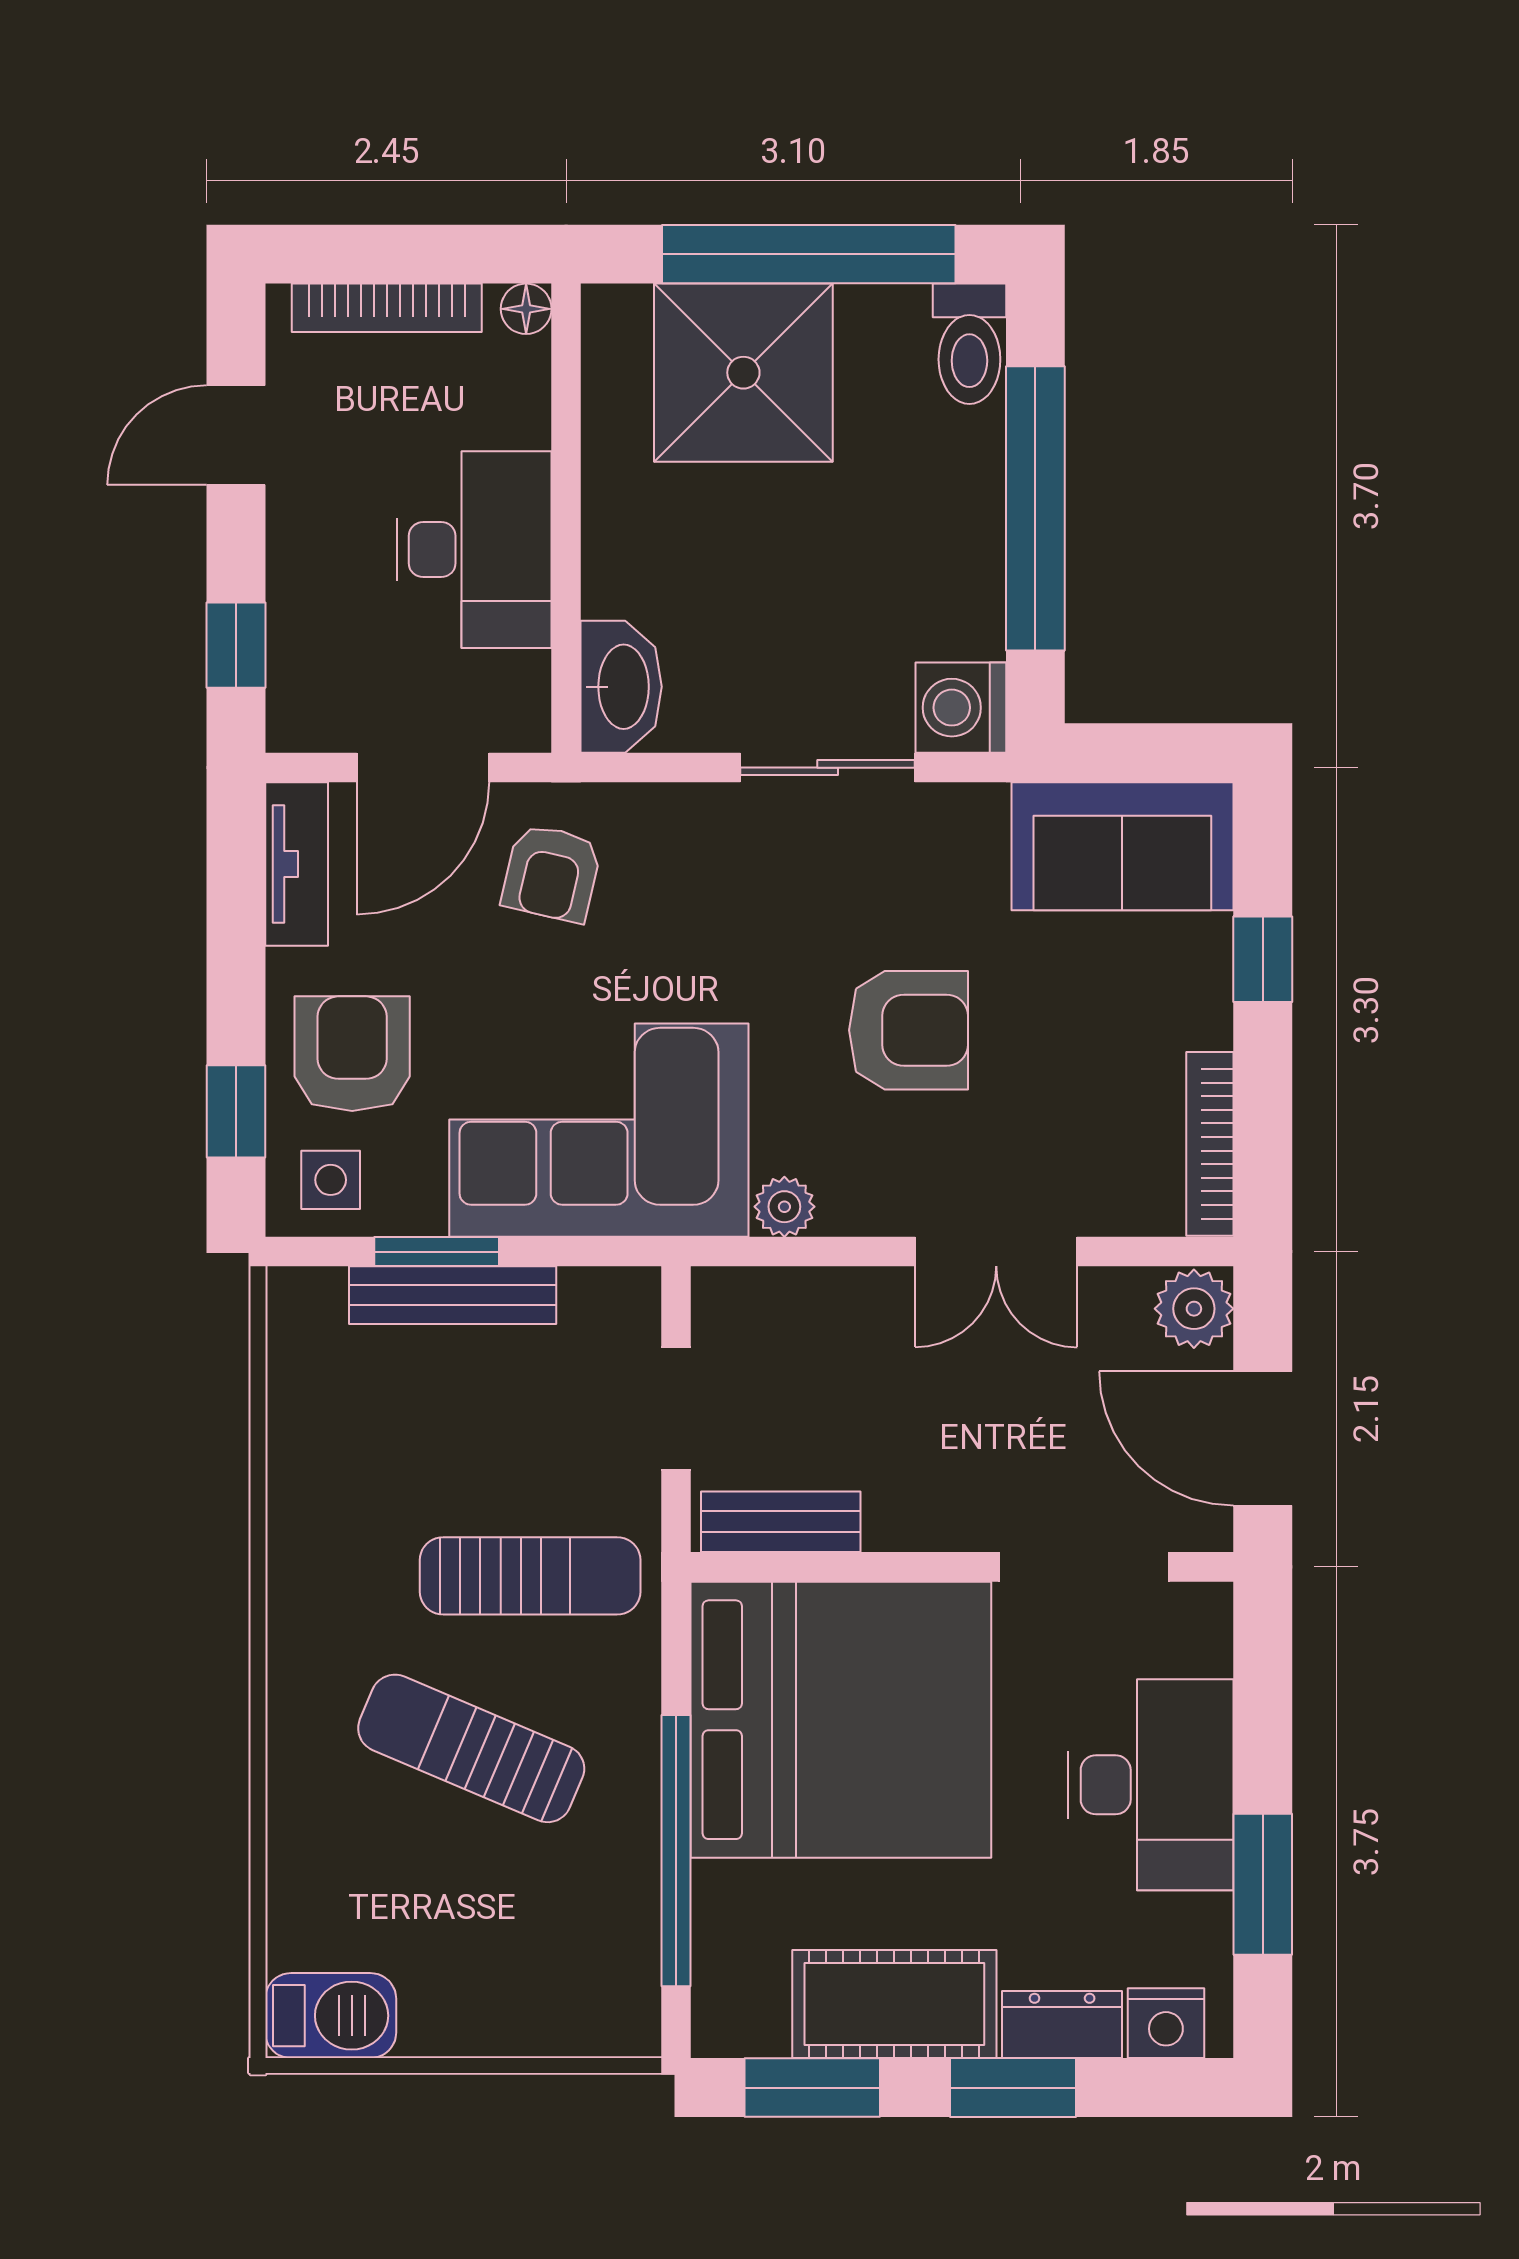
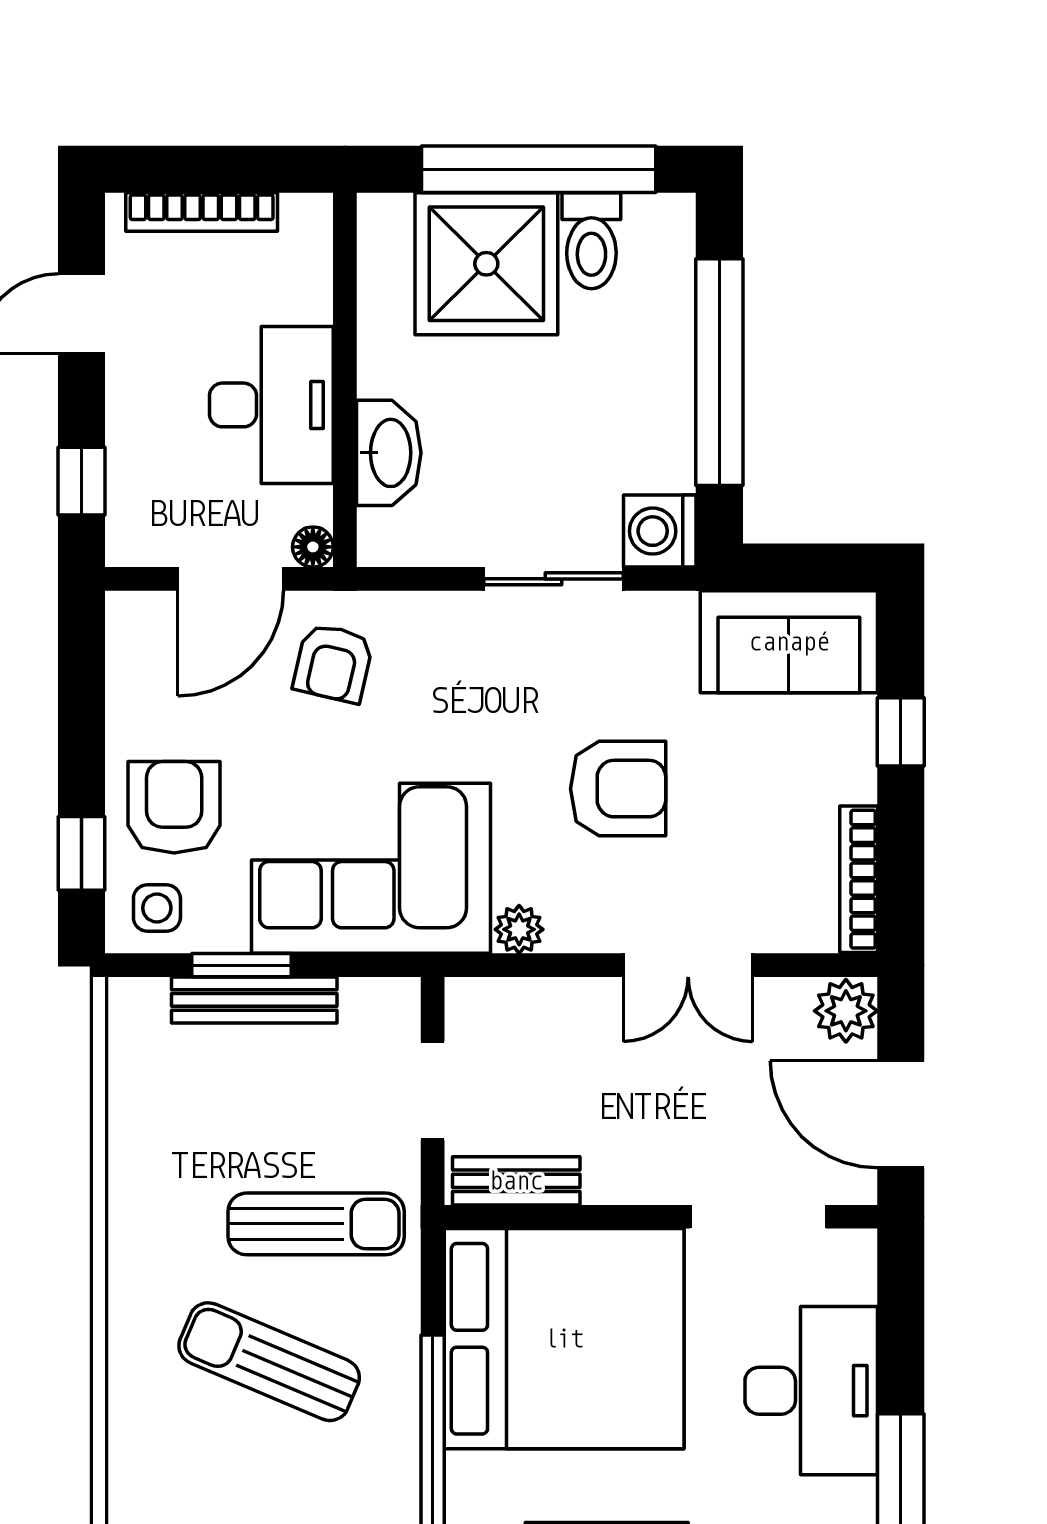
floor lamp: (526, 309) -> (313, 547), moved
toilet: (969, 344) -> (591, 241), moved
washbasin: (621, 687) -> (389, 453), moved
tv unit: (297, 864) -> (130, 656), removed

